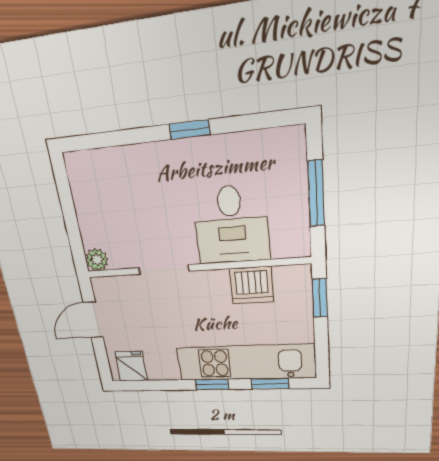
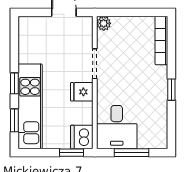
bookcase: (105, 159) -> (161, 40), added
desk: (231, 225) -> (117, 127), moved, turned -90
dishwasher: (252, 285) -> (82, 137), moved
fridge: (131, 366) -> (82, 92), moved, turned 180

